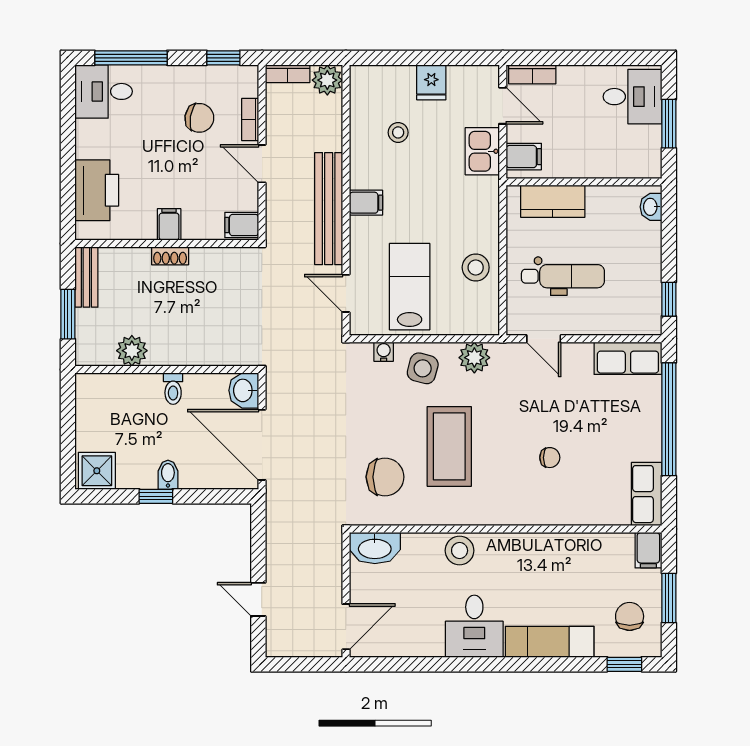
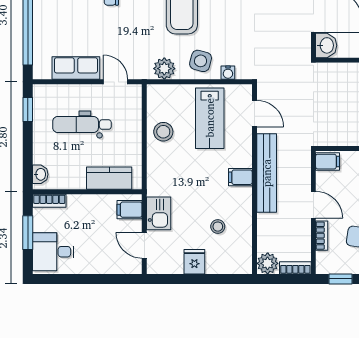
bookcase: (532, 74) -> (49, 201), moved, turned 180
dental chair: (563, 276) -> (82, 125), moved
row of seats: (628, 358) -> (76, 68), moved

